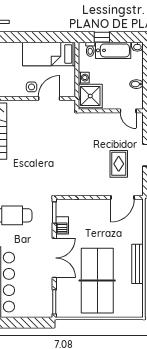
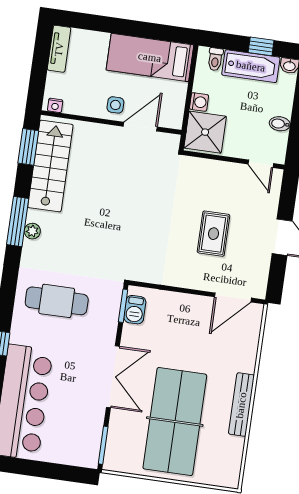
window: (102, 37) -> (261, 46), moved
rug: (119, 164) -> (214, 234), moved
barbecue: (62, 225) -> (135, 310), moved

